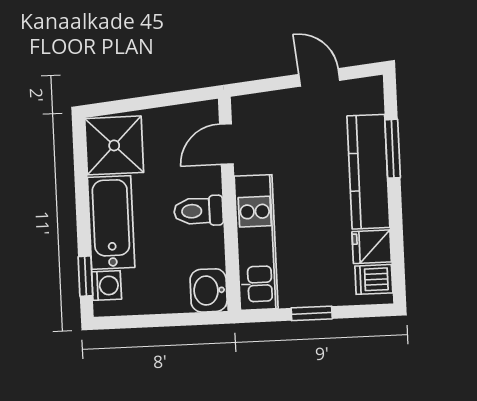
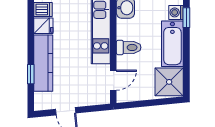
window: (393, 149) -> (31, 74), width x0.67

